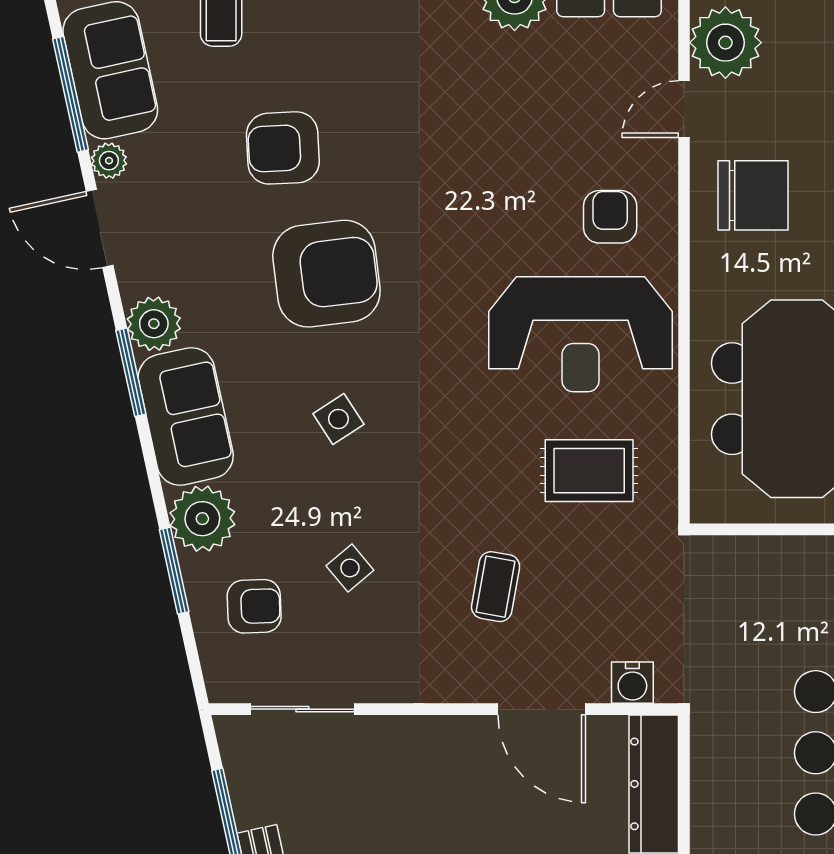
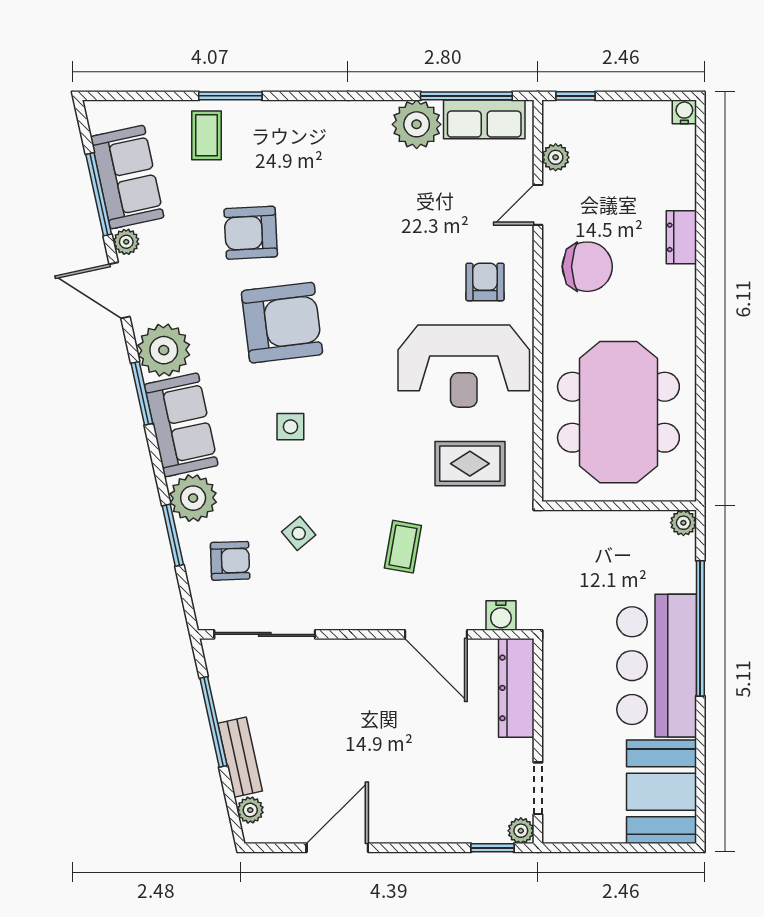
plant: (725, 43) -> (556, 157), width x0.53, depth x0.53
plant: (154, 324) -> (164, 350), width x1.36, depth x1.36
side table: (338, 419) -> (290, 427), turned 33
sliding door: (302, 709) -> (265, 634), width x1.37

